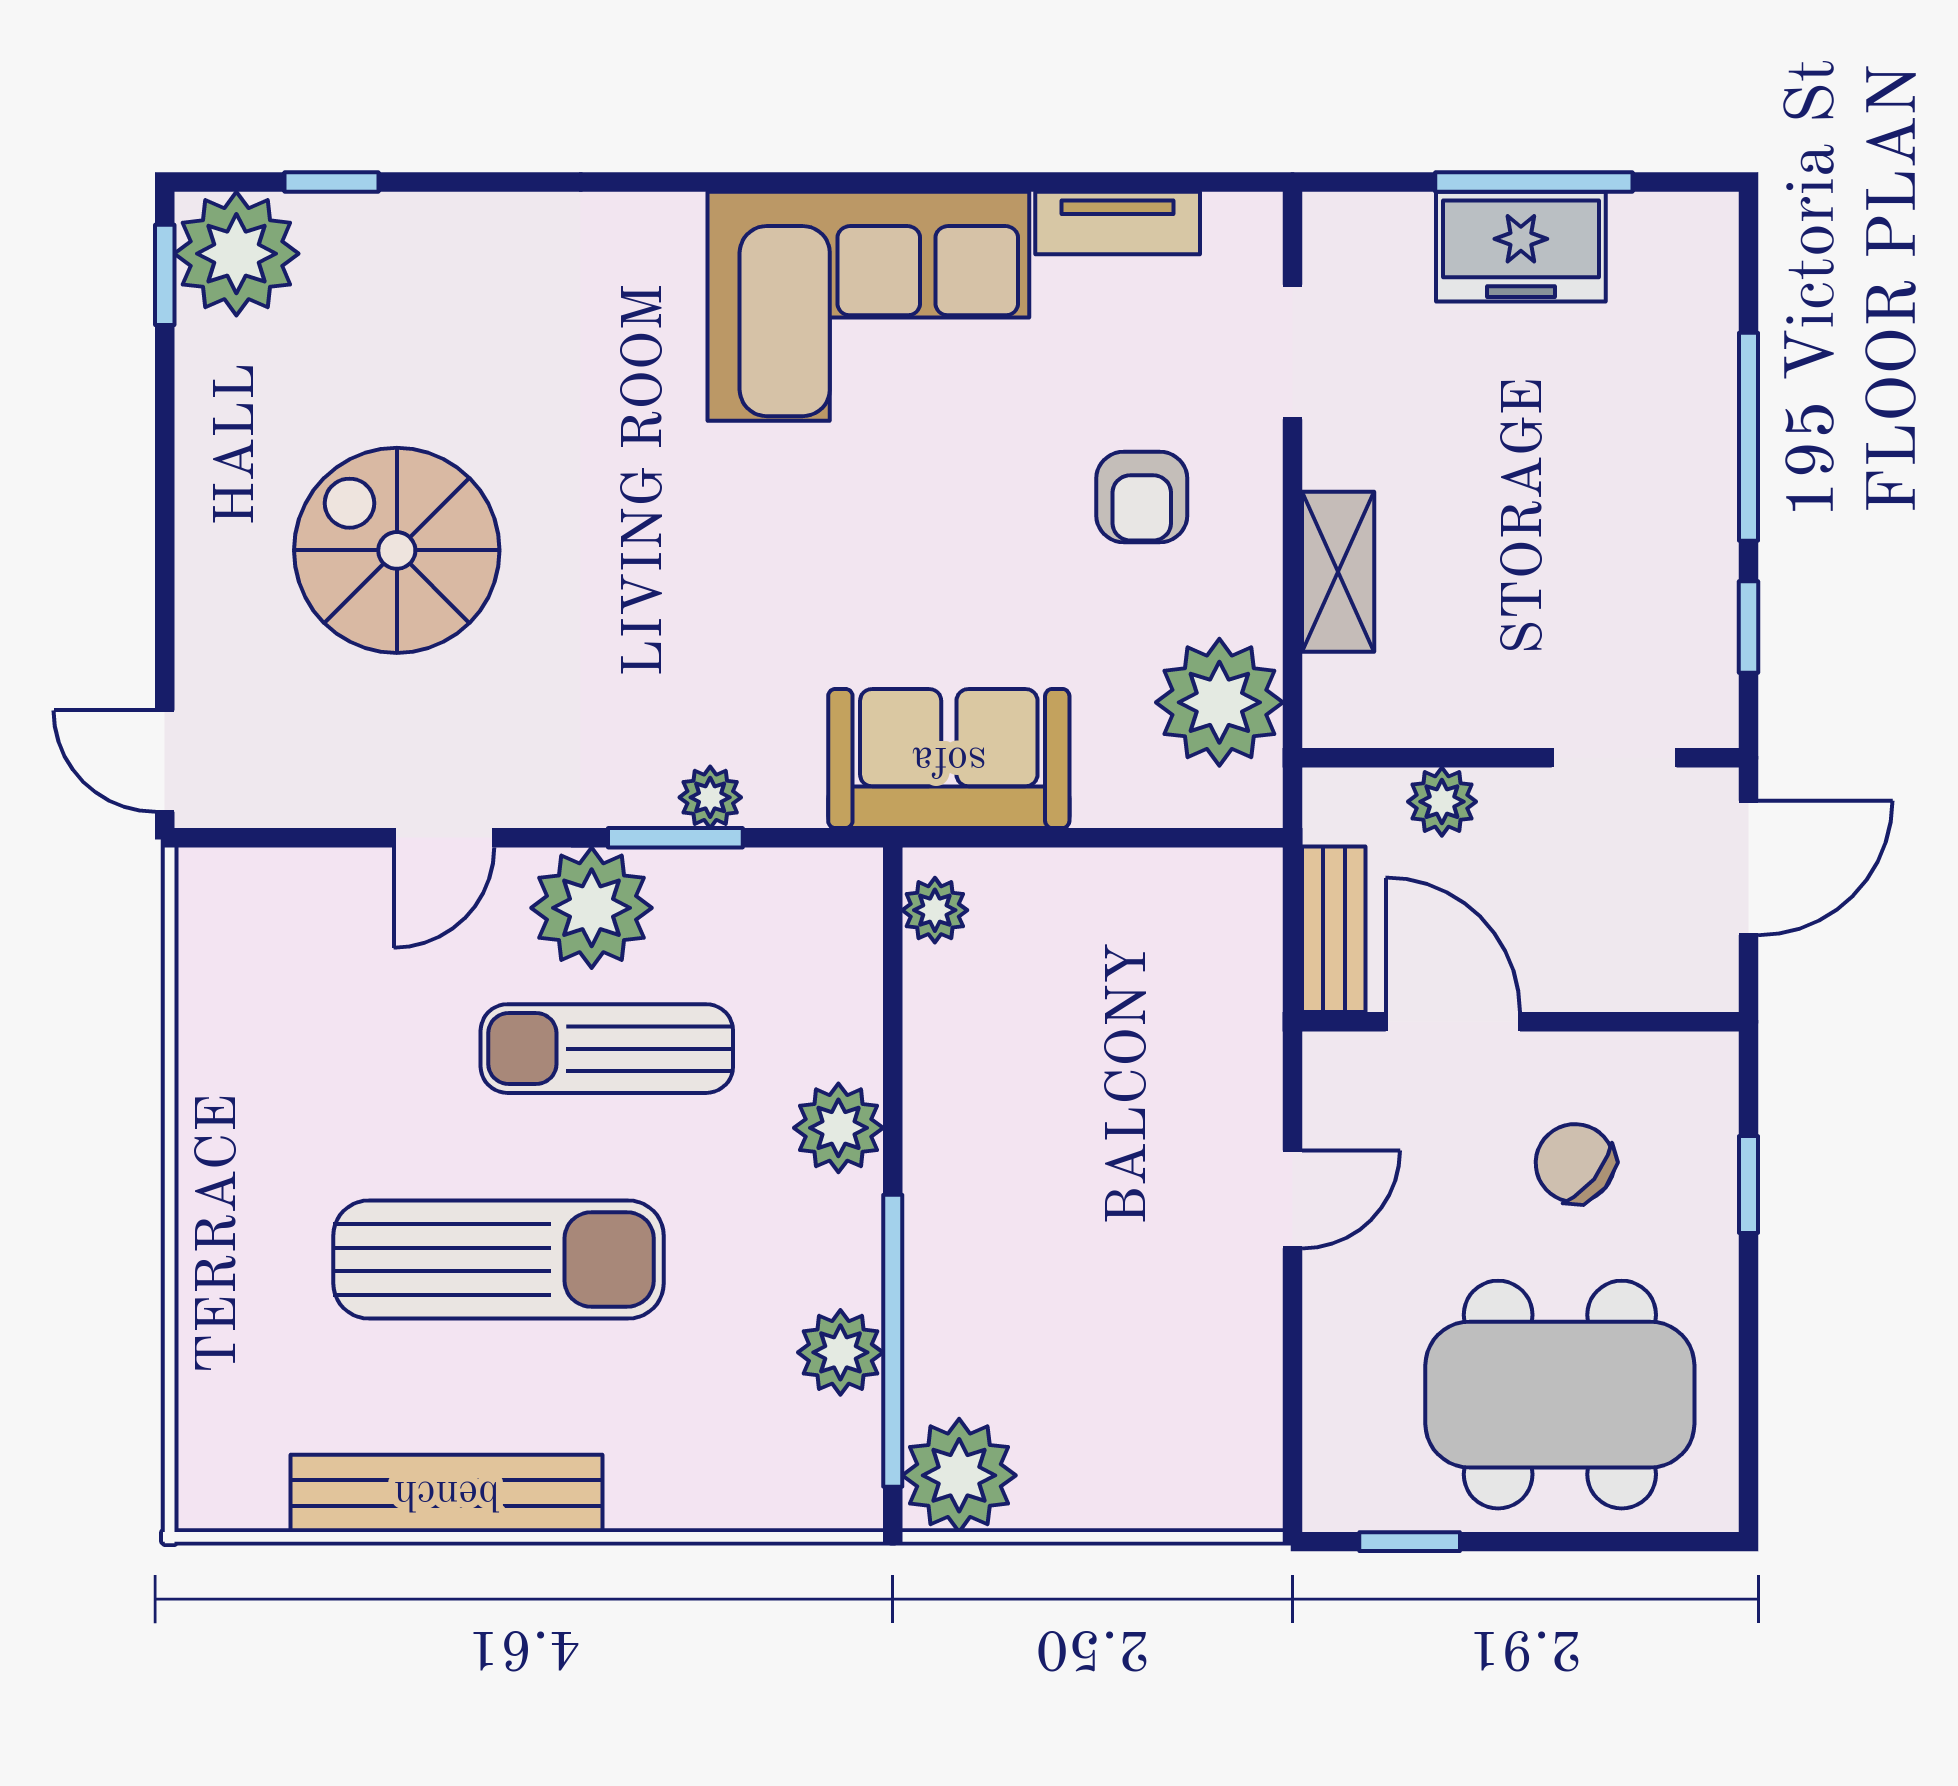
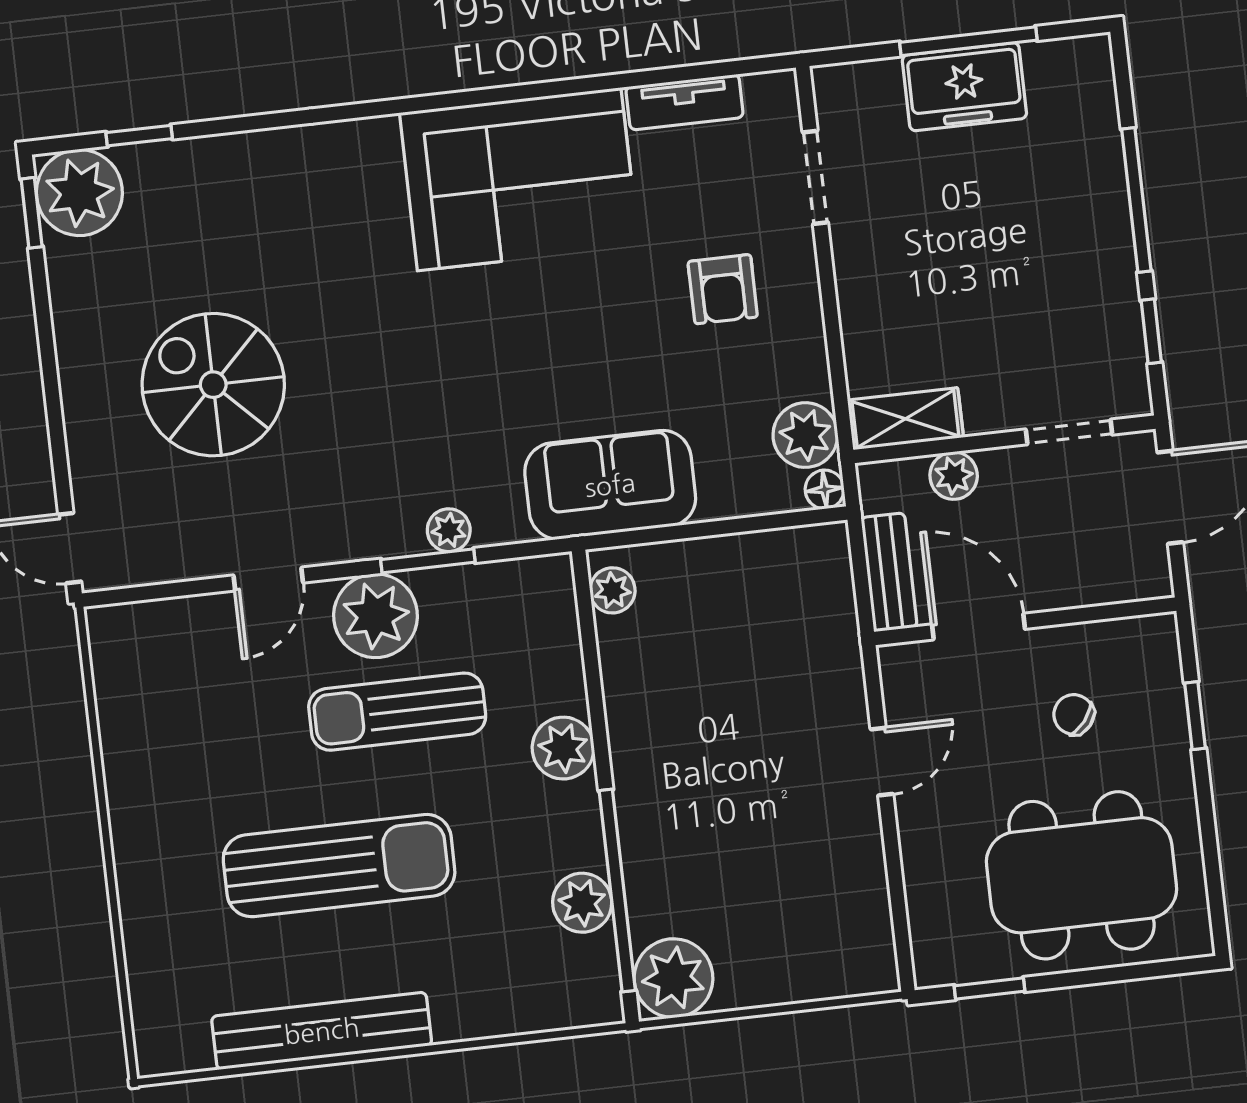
shelving: (1338, 572) -> (905, 419), moved, turned 90
plant: (1219, 702) -> (805, 435), width x0.73, depth x0.73
floor lamp: (1255, 800) -> (825, 489), added
chair: (1575, 1163) -> (1074, 714), width x0.73, depth x0.73

